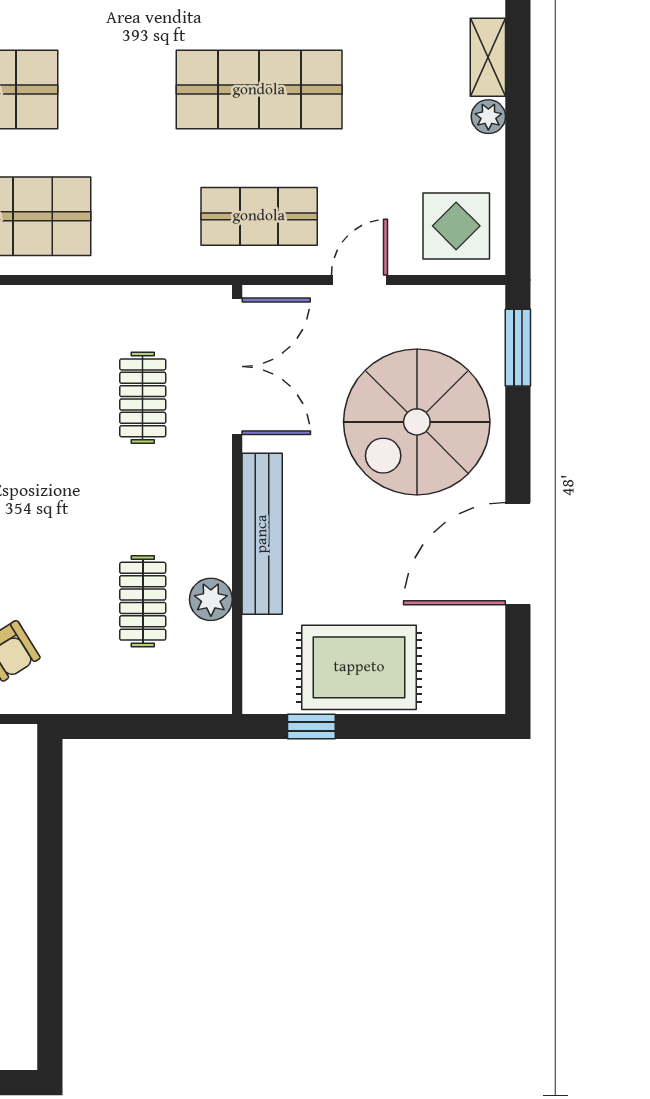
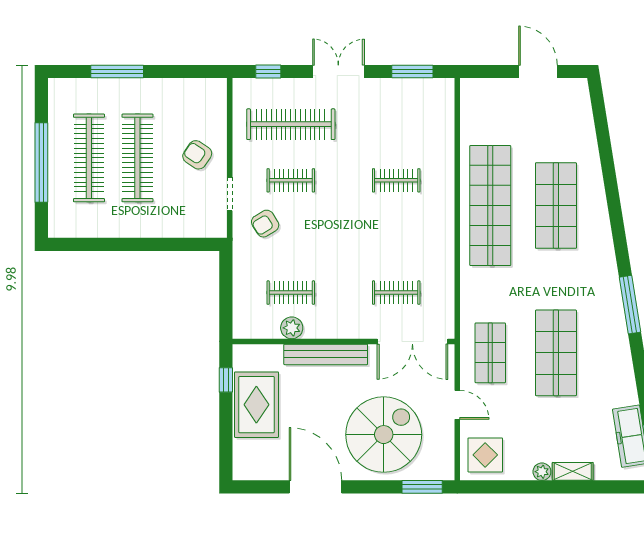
spiral stairs: (417, 422) -> (384, 435), turned 90

